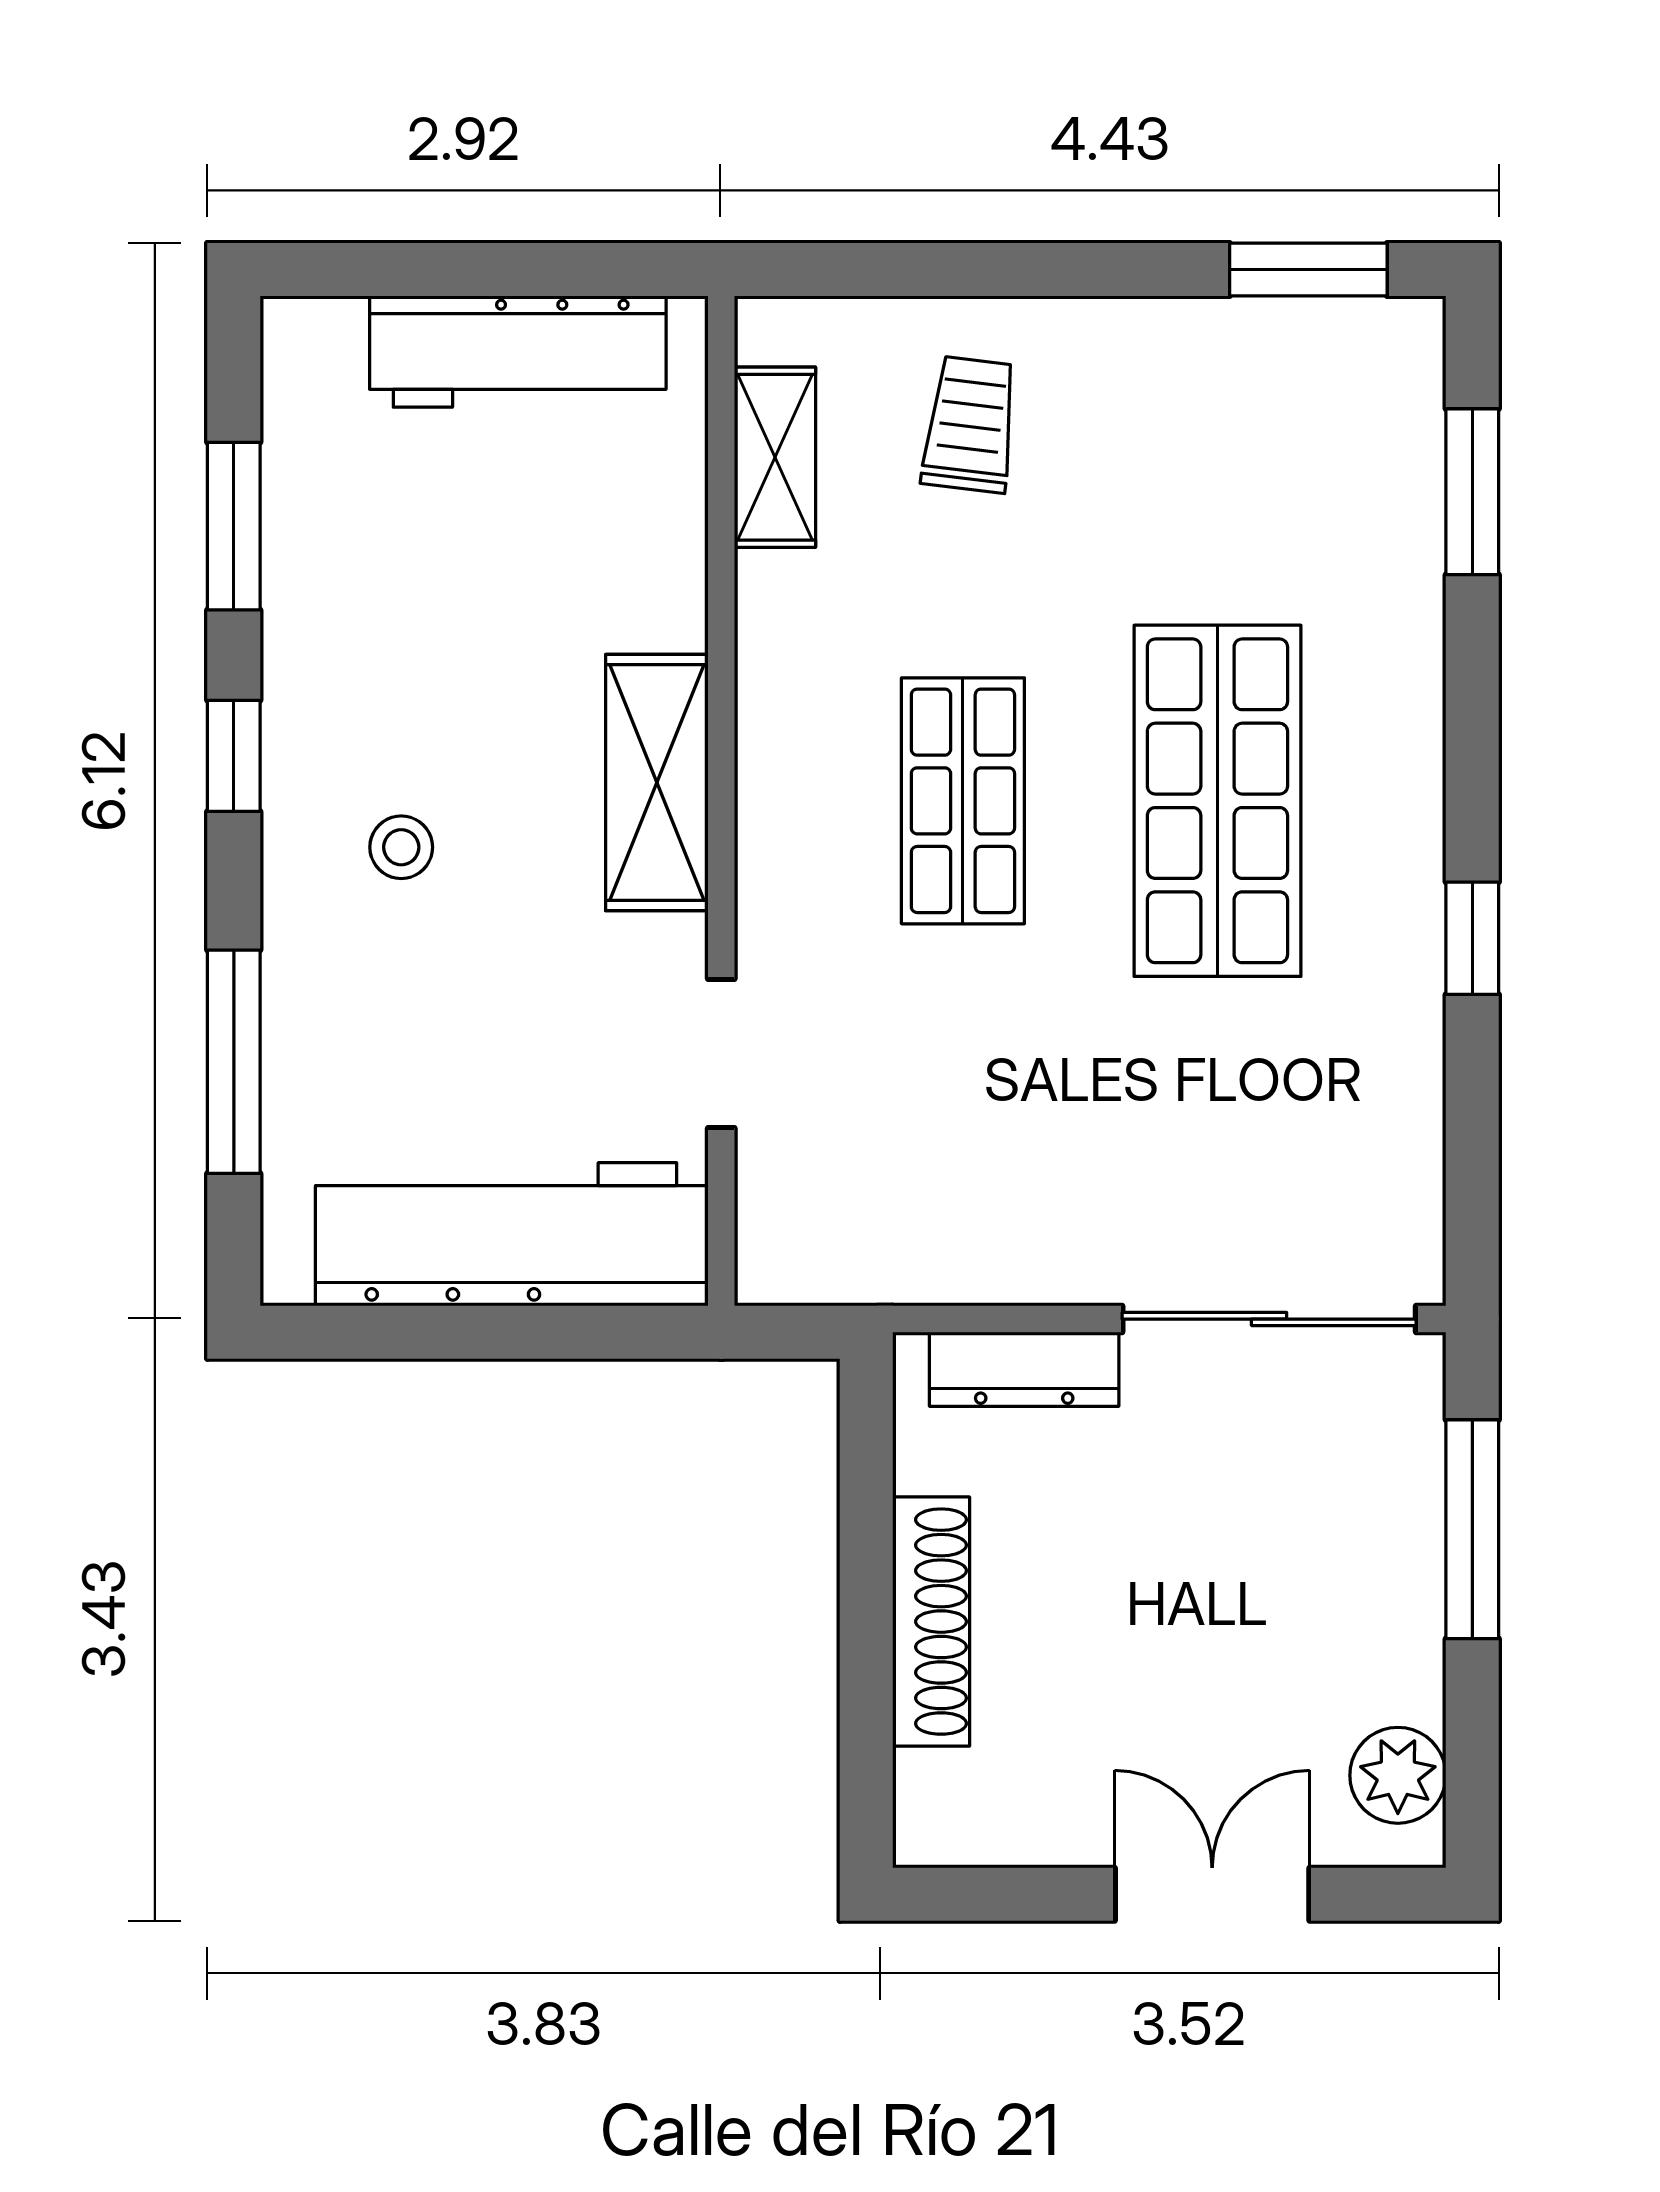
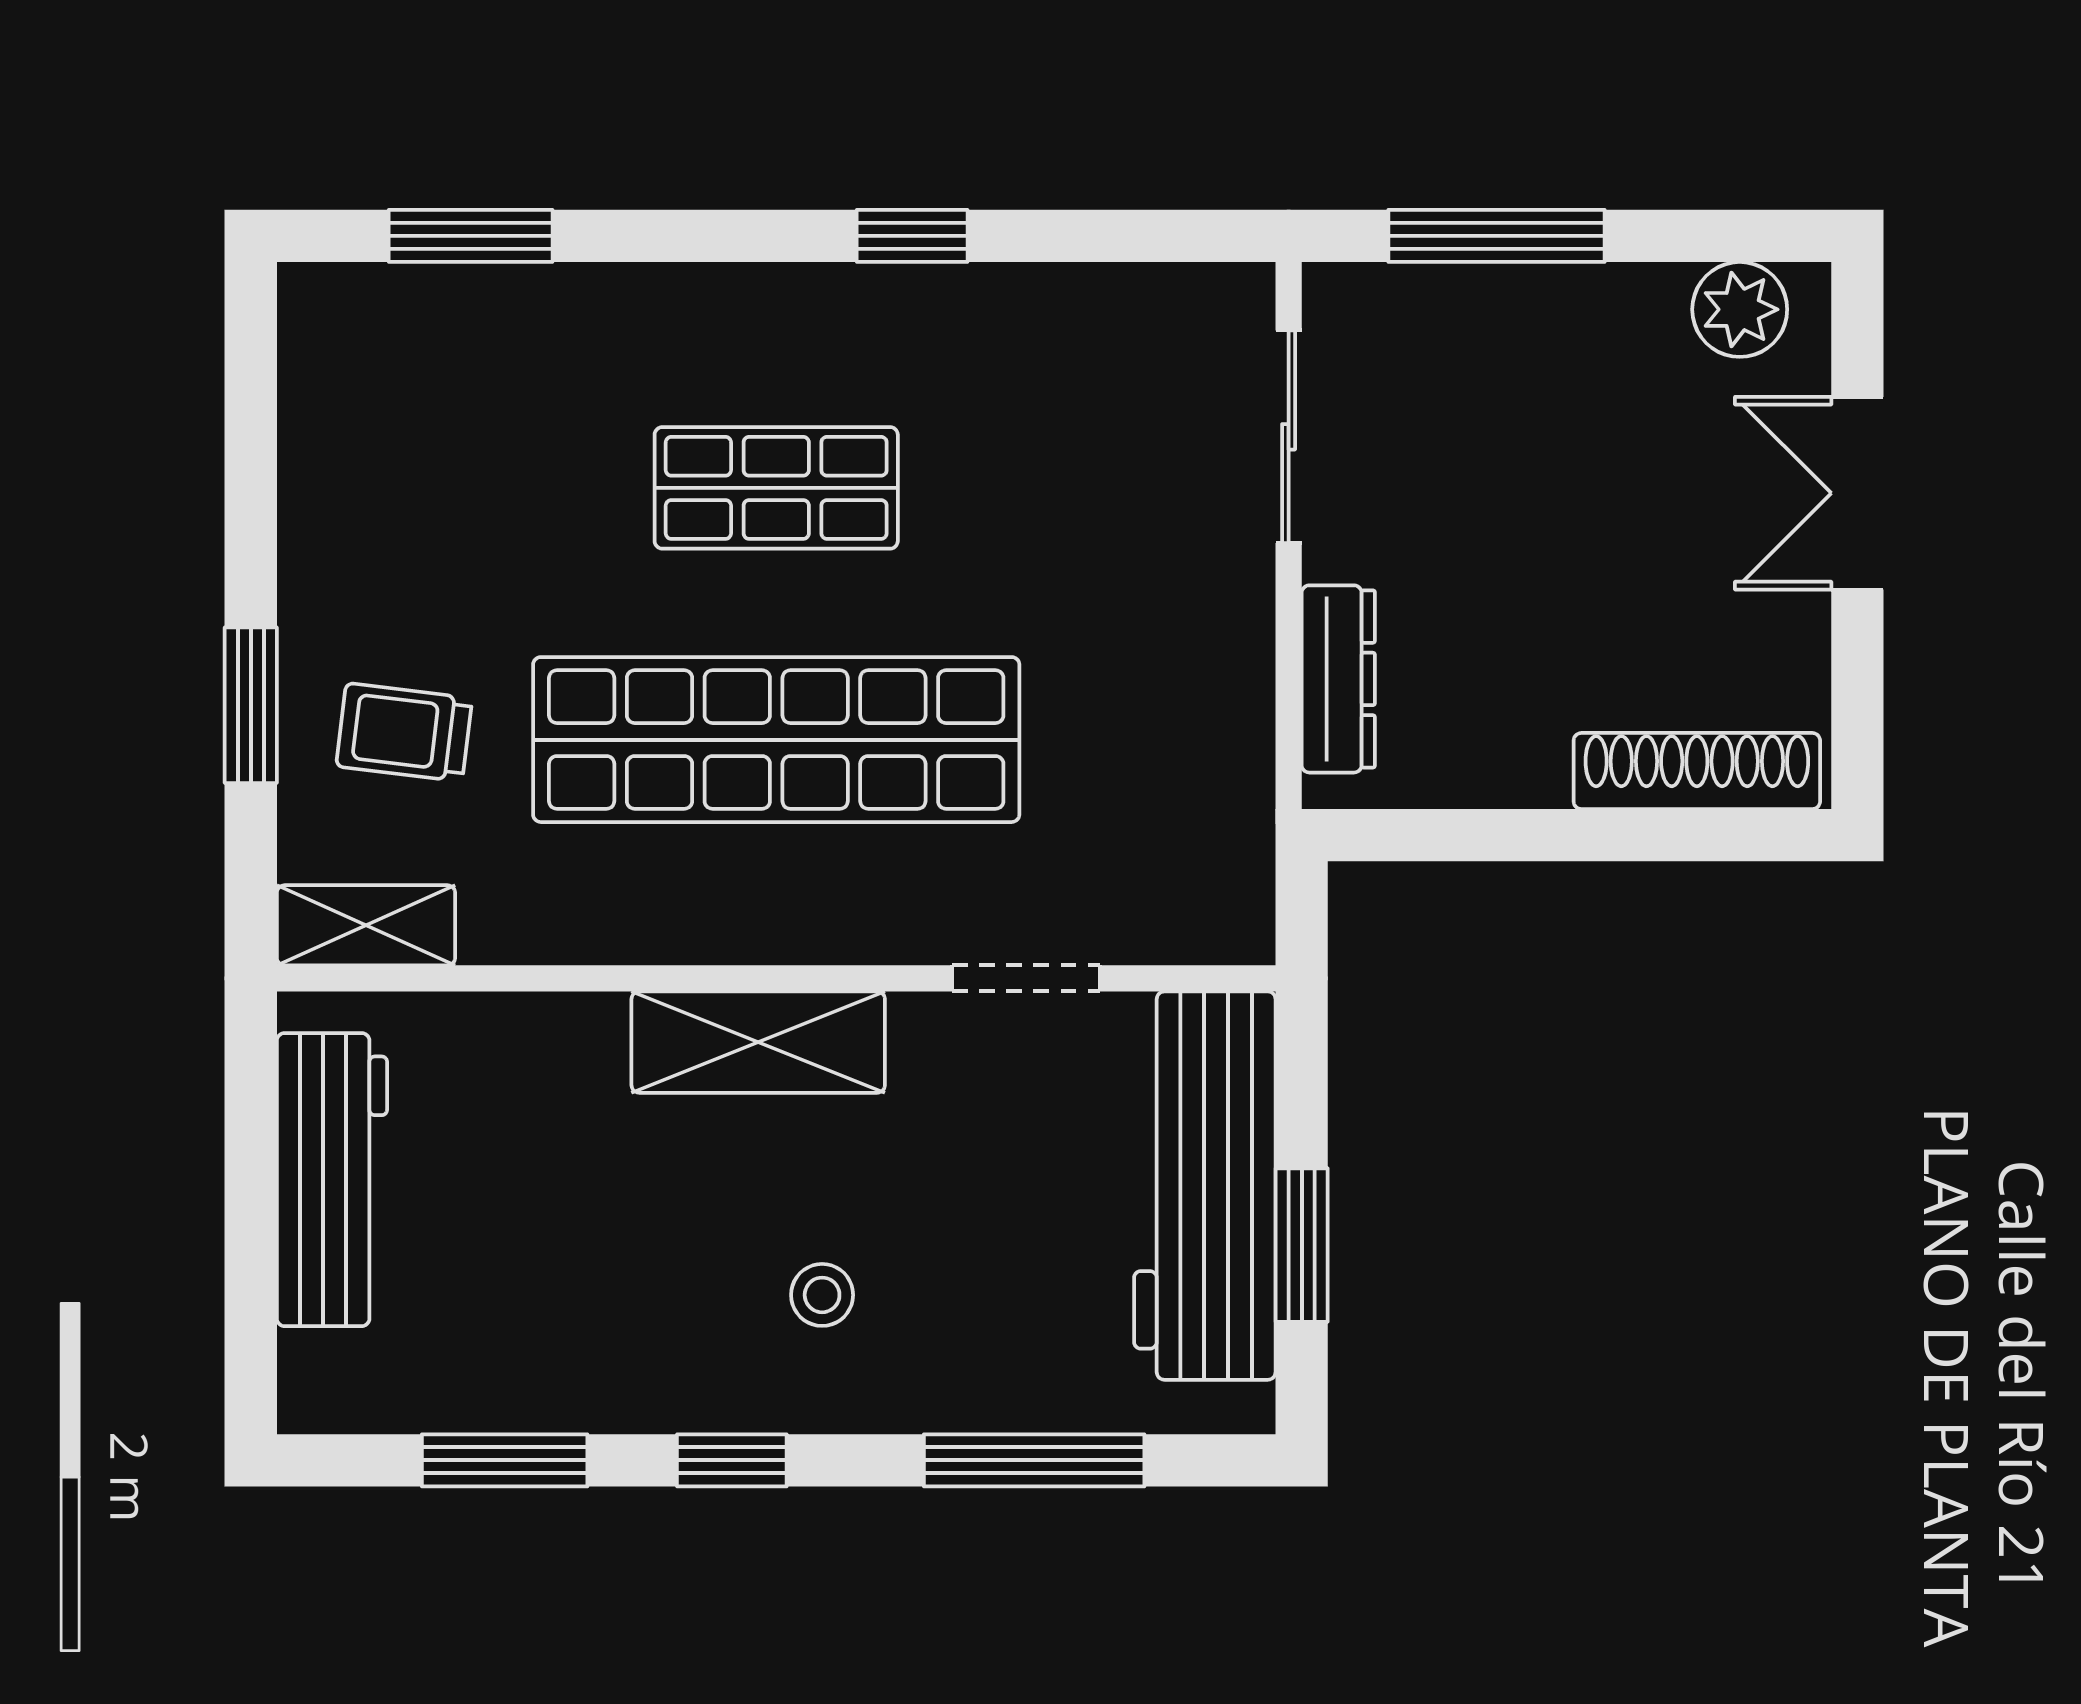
window: (1308, 269) -> (251, 705), moved
shelving: (775, 457) -> (366, 925), moved
shop shelf: (963, 801) -> (776, 740), width x2.00, depth x1.36
shop shelf: (1217, 801) -> (776, 488), width x0.70, depth x0.74
sliding door: (1269, 1319) -> (1289, 437), width x0.73
window: (452, 1332) -> (1302, 1245), added
shoe rack: (931, 1622) -> (1697, 771), moved

